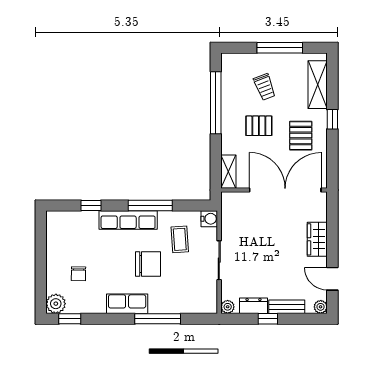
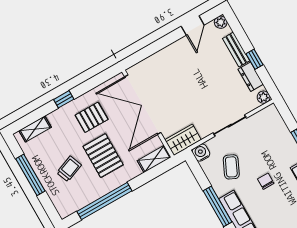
shelving: (318, 85) -> (35, 129), width x0.67, depth x0.75
pallet: (259, 126) -> (103, 156), width x1.50, depth x1.42
coffee table: (180, 239) -> (231, 167), turned -61
wardrobe: (317, 239) -> (183, 140), moved, turned 180
chair: (148, 264) -> (266, 181), width x0.54, depth x0.54

